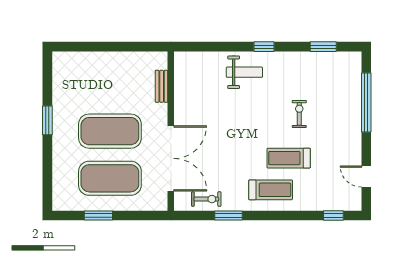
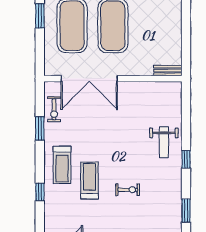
bench: (162, 86) -> (168, 70), moved
window: (333, 216) -> (40, 192), moved

